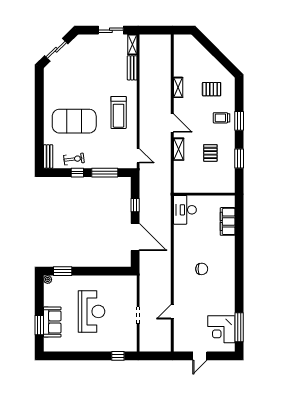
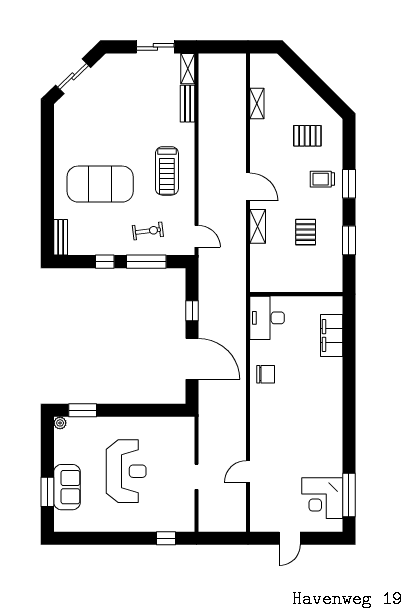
shelving: (178, 87) -> (257, 103), moved
exercise bike: (74, 159) -> (148, 231), moved
chair: (202, 269) -> (266, 374), moved

